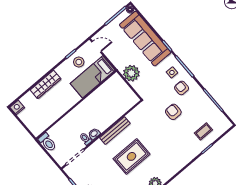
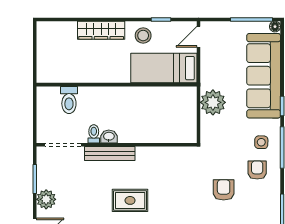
door: (97, 47) -> (199, 37), swing flipped
stool: (79, 62) -> (143, 36), moved
nightstand: (17, 107) -> (45, 29), removed
bench: (115, 131) -> (110, 153), moved
toilet: (47, 142) -> (69, 100), moved
rug: (131, 156) -> (130, 200), width x0.73, depth x0.70

